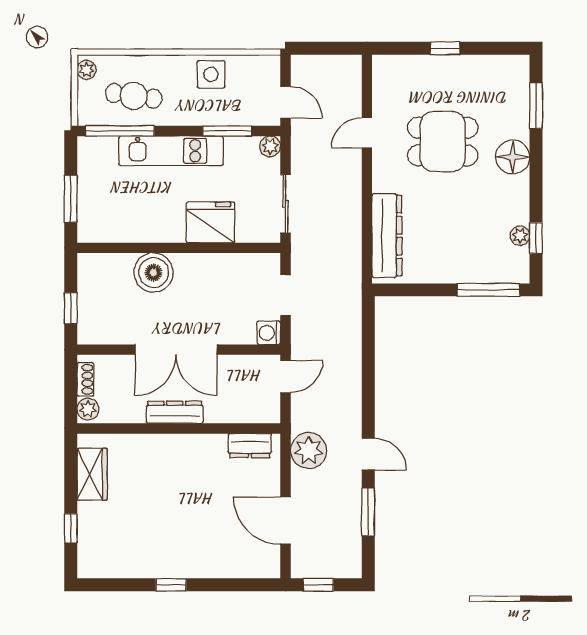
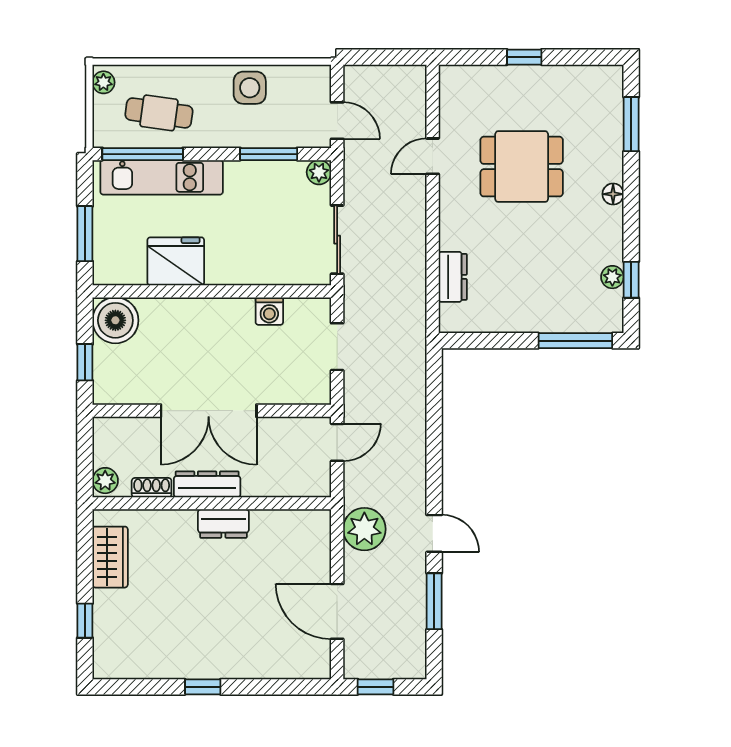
kitchen unit: (171, 151) -> (162, 177), moved
floor lamp: (513, 157) -> (613, 194), width x0.53, depth x0.53
fridge: (210, 222) -> (176, 261), moved
dresser: (387, 236) -> (453, 277), width x0.51, depth x0.80
boiler: (154, 273) -> (115, 320), moved
washing machine: (269, 333) -> (269, 311), moved, turned -90
shoe rack: (85, 379) -> (152, 488), moved, turned -90
dresser: (250, 446) -> (223, 524), moved

